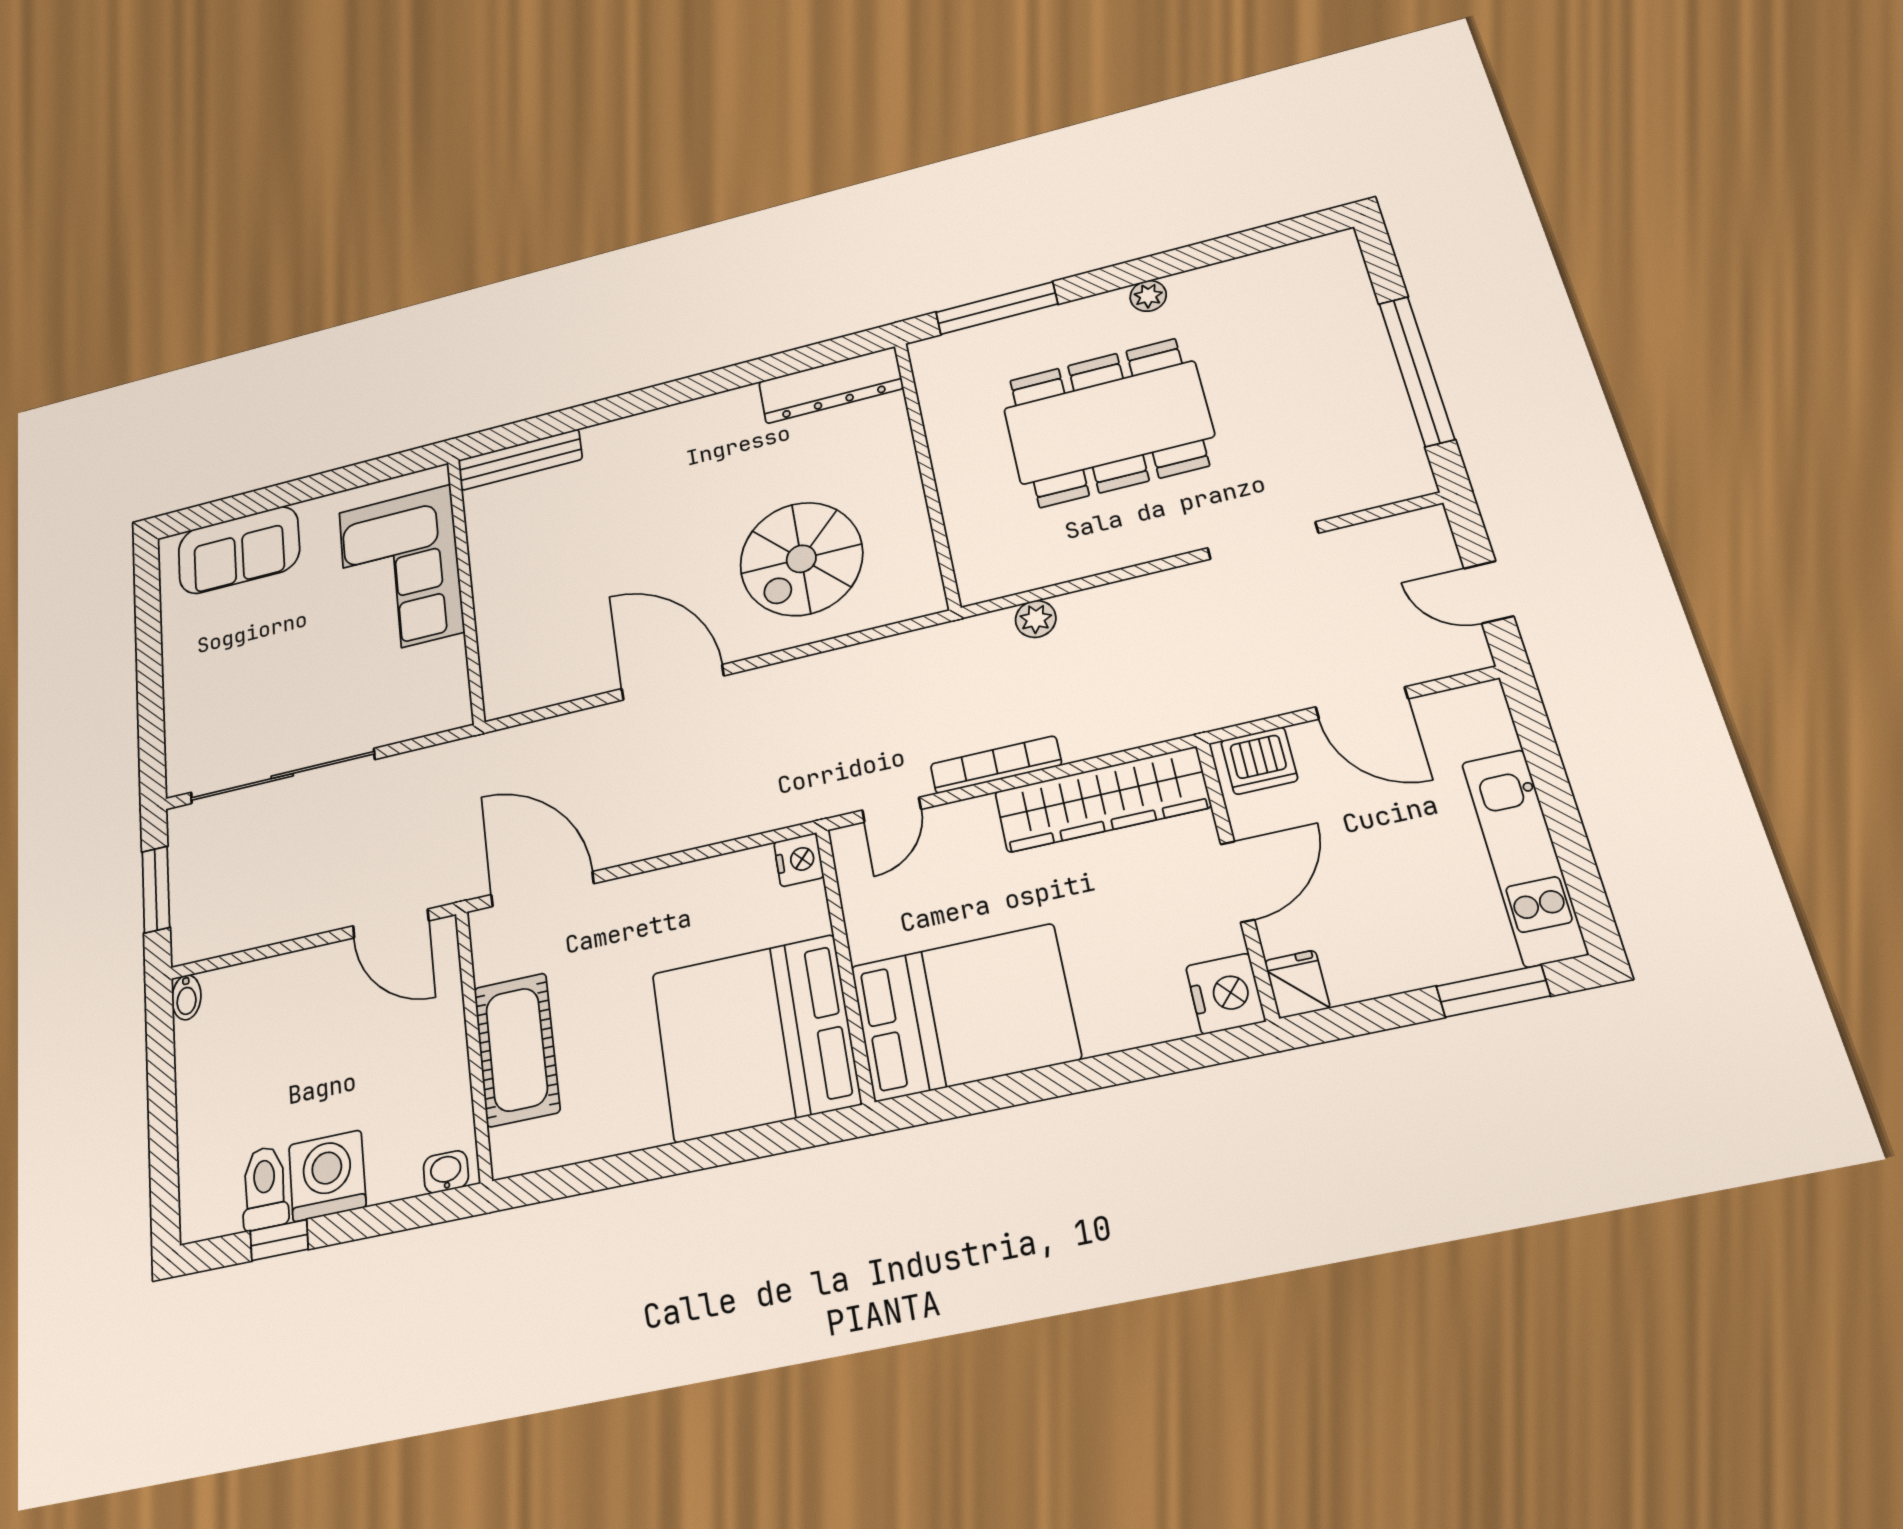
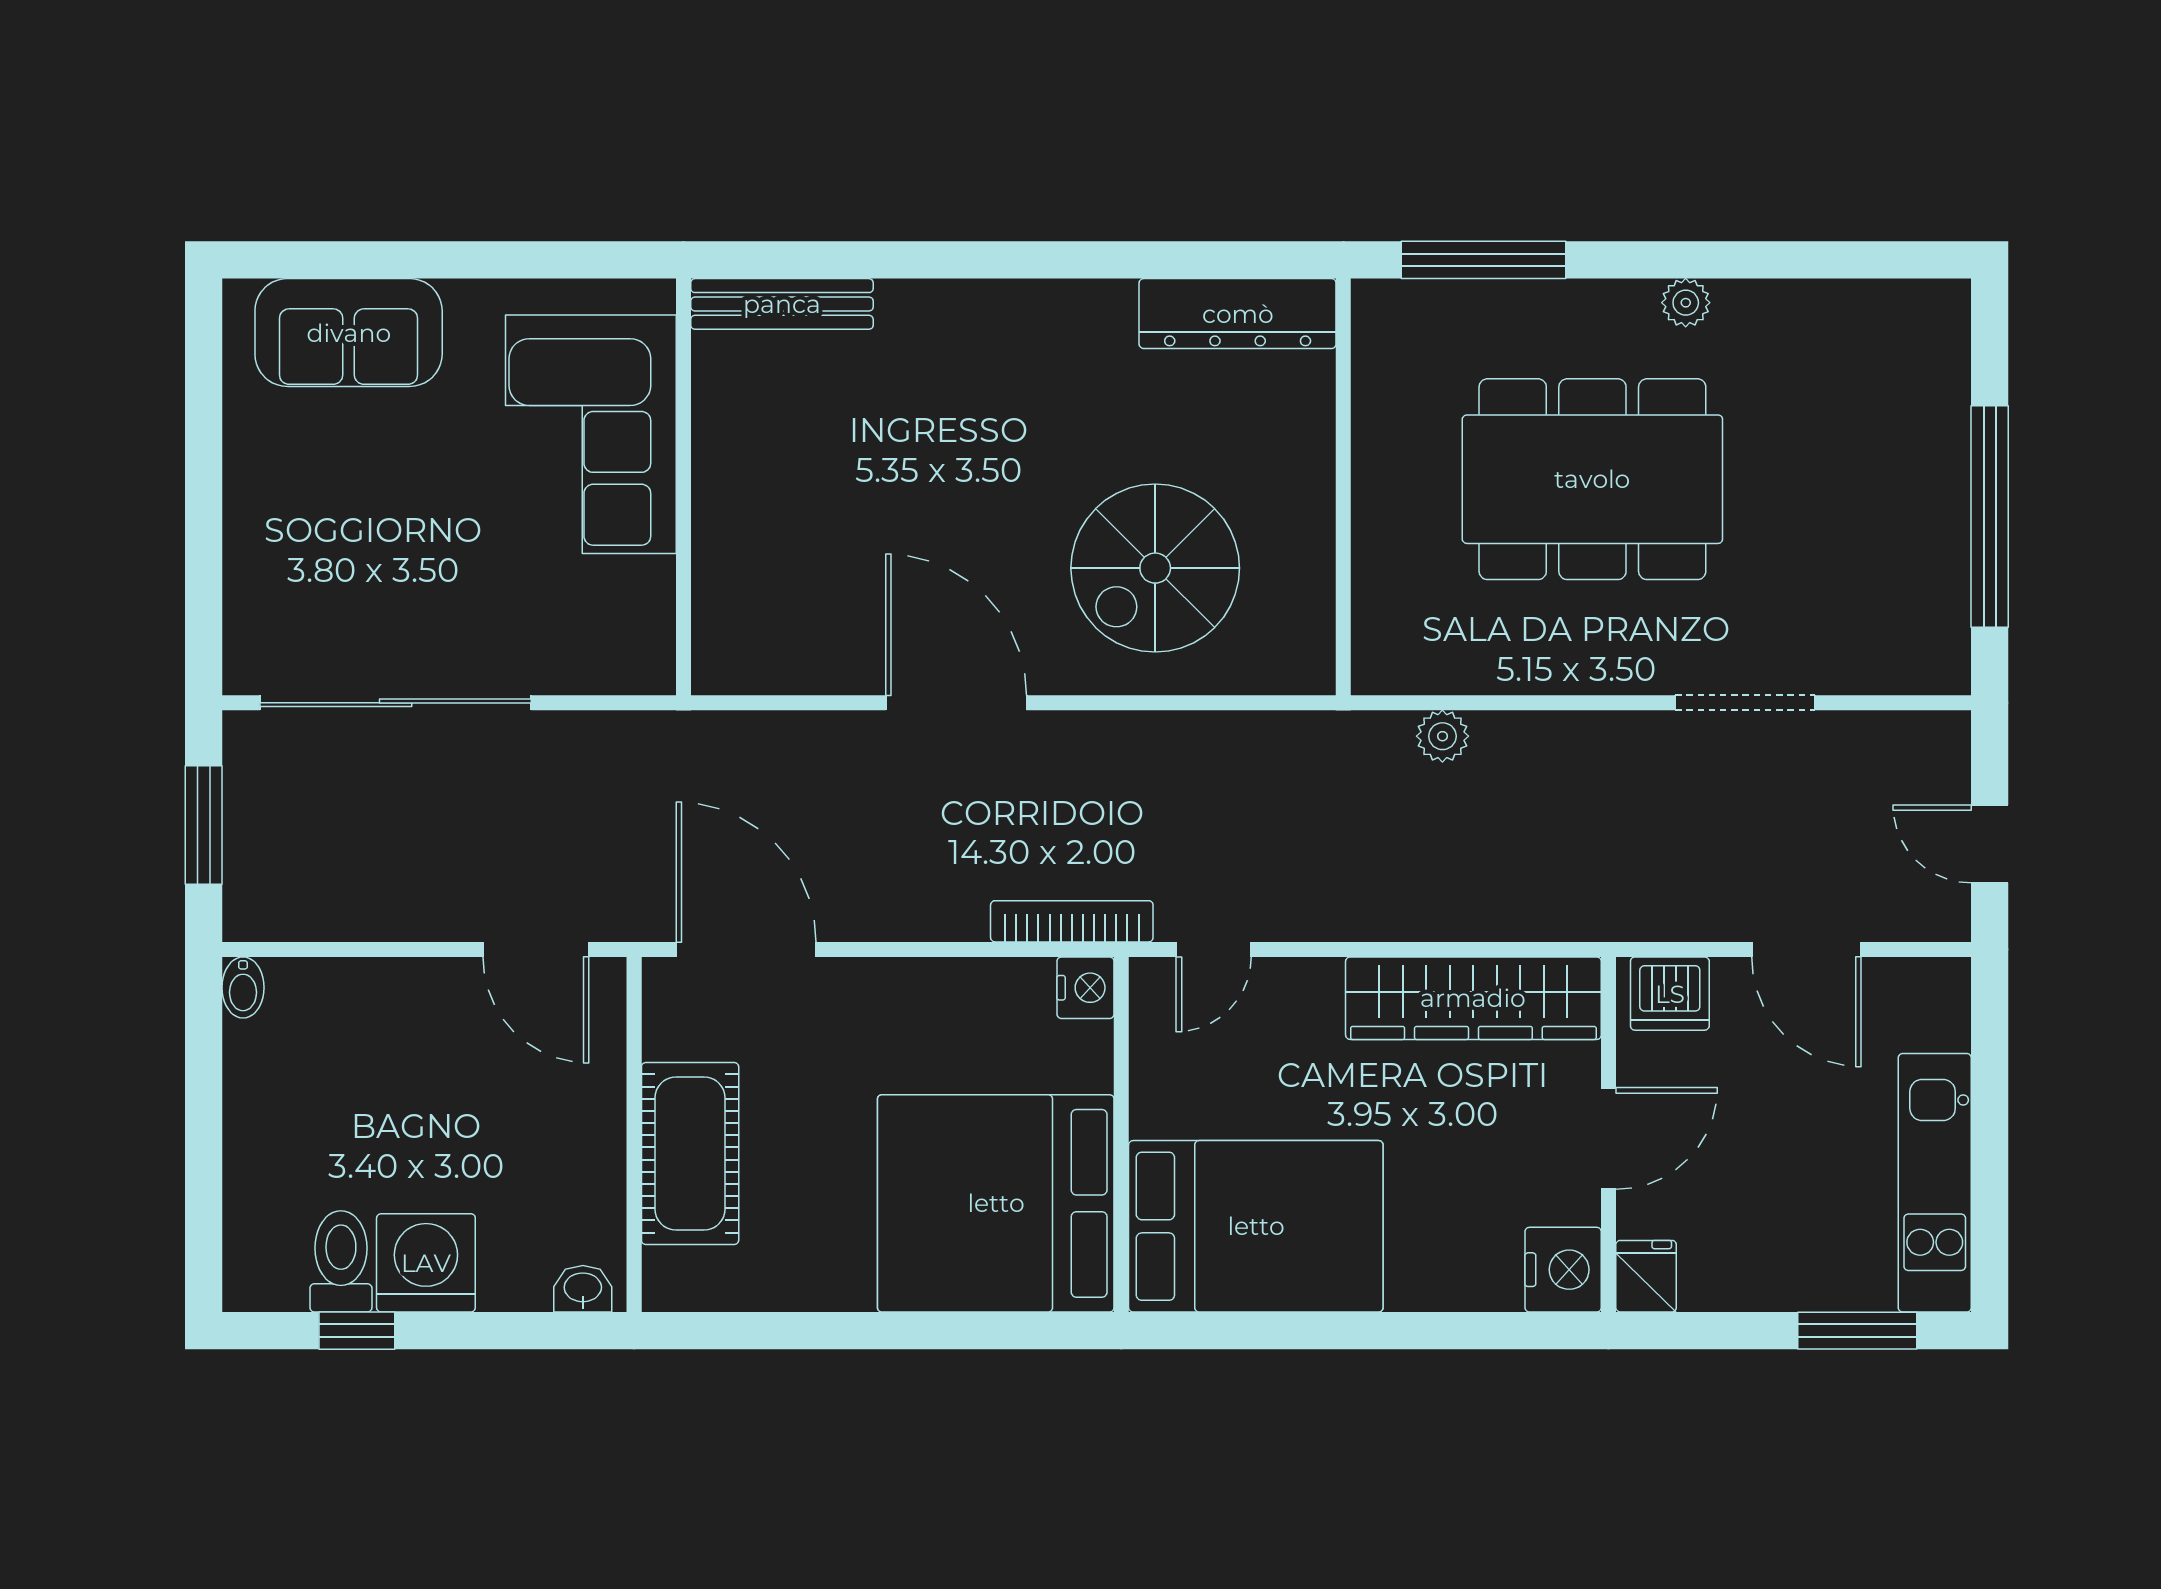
bookcase: (996, 765) -> (1072, 921), moved

